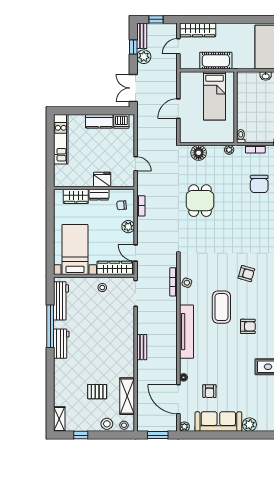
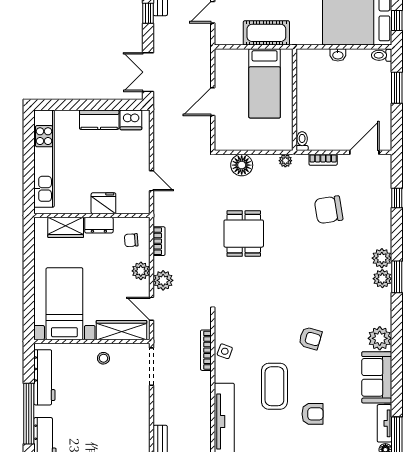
plant: (144, 57) -> (163, 280), moved
kitchen unit: (61, 139) -> (44, 159), width x1.36
chair: (259, 184) -> (329, 210), turned 81

